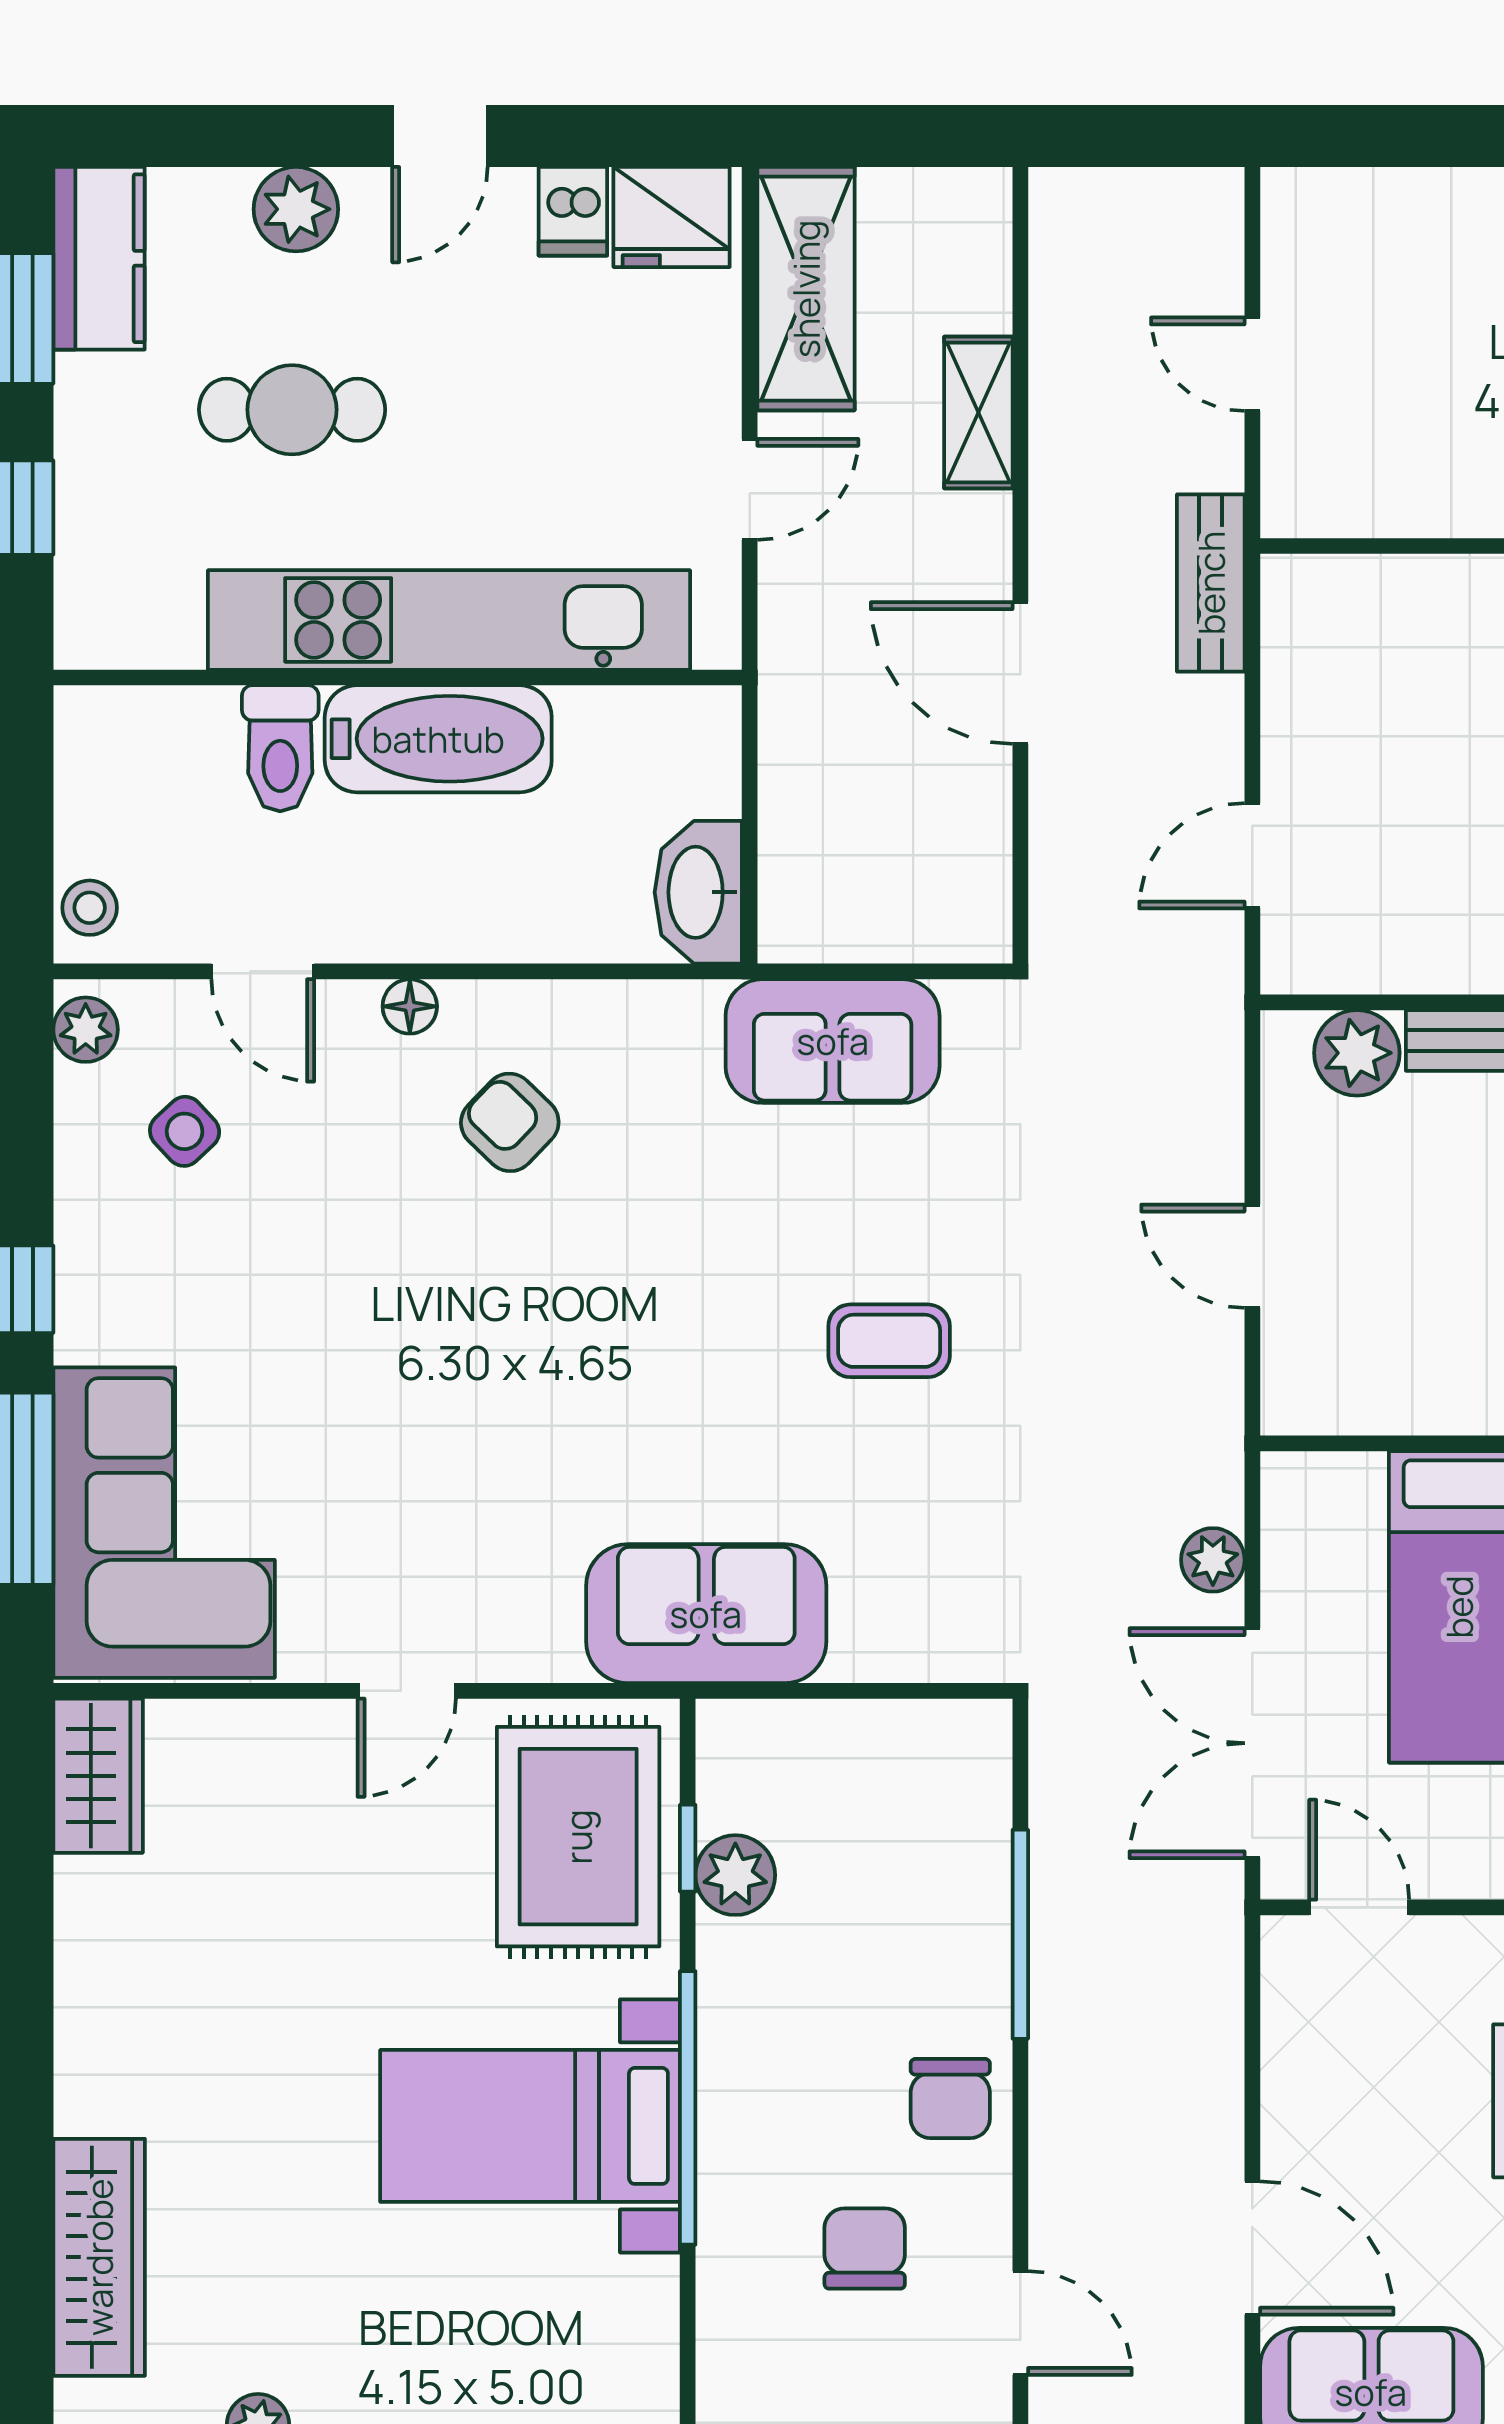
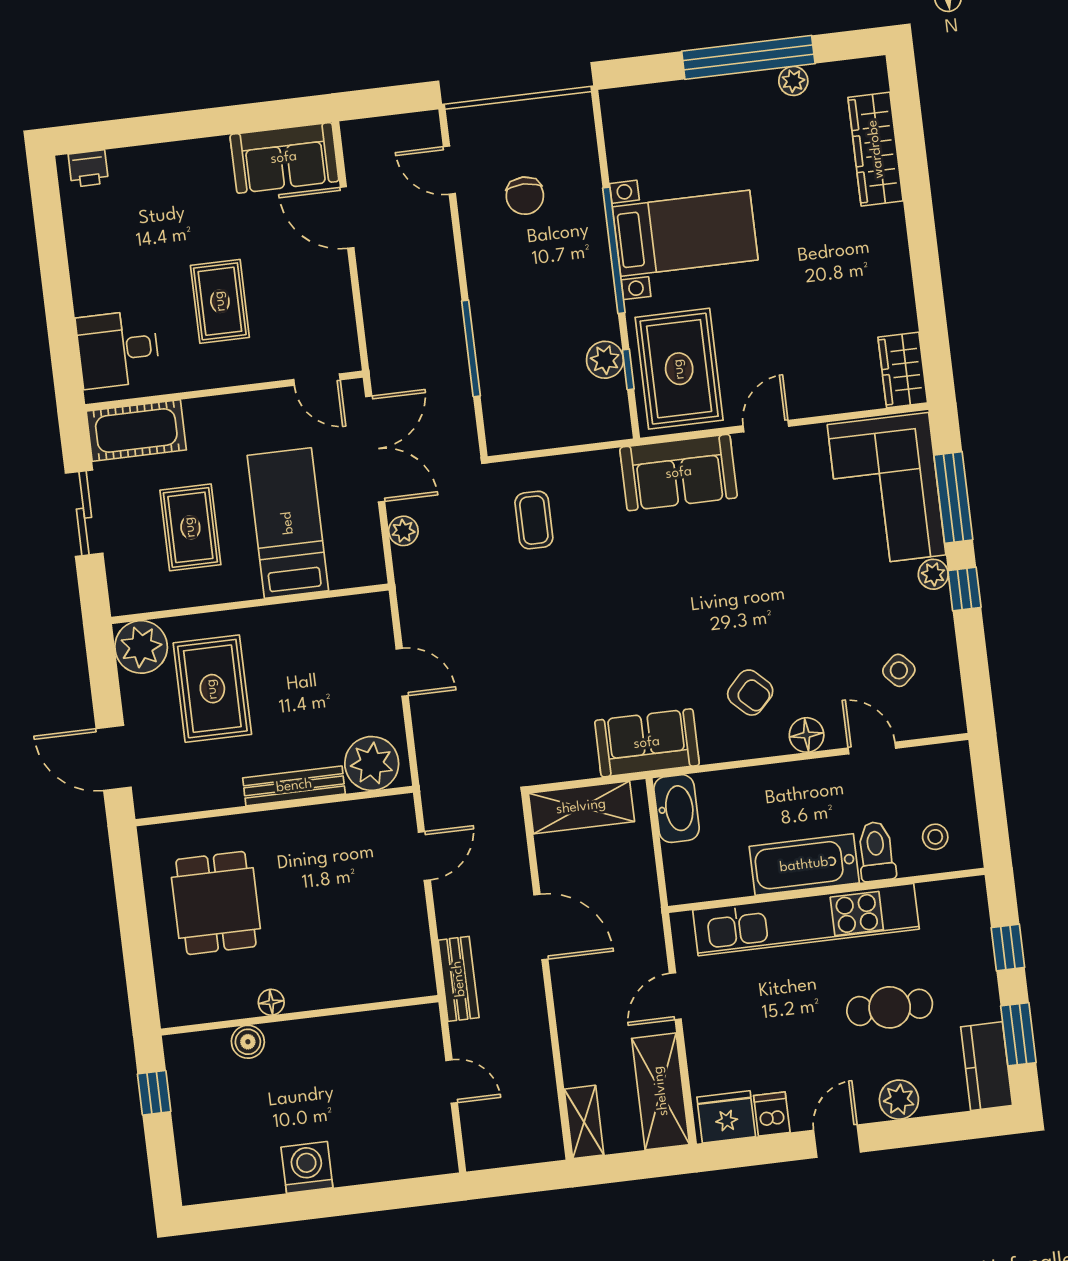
shelving: (978, 413) -> (584, 1122), moved
stool: (90, 908) -> (935, 837), moved
shelving: (902, 920) -> (581, 807), added
floor lamp: (410, 1006) -> (807, 735), width x1.37, depth x1.37
plant: (86, 1030) -> (933, 574), moved
sofa: (833, 1041) -> (647, 743), moved
plant: (1357, 1053) -> (372, 763), width x1.36, depth x1.36
coffee table: (889, 1341) -> (534, 520), moved, turned 90
sofa: (706, 1614) -> (679, 473), moved
chair: (950, 2098) -> (494, 269), removed

